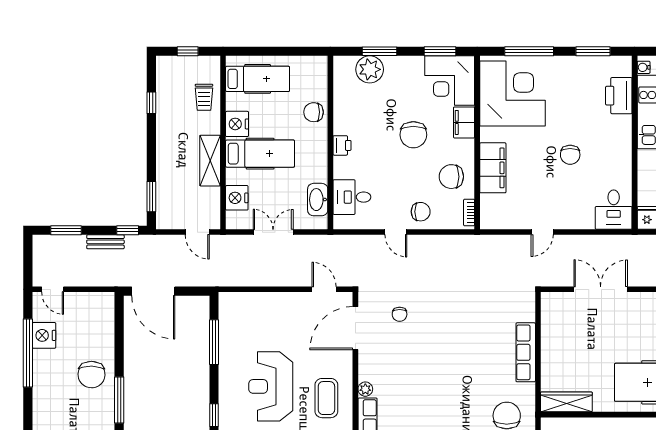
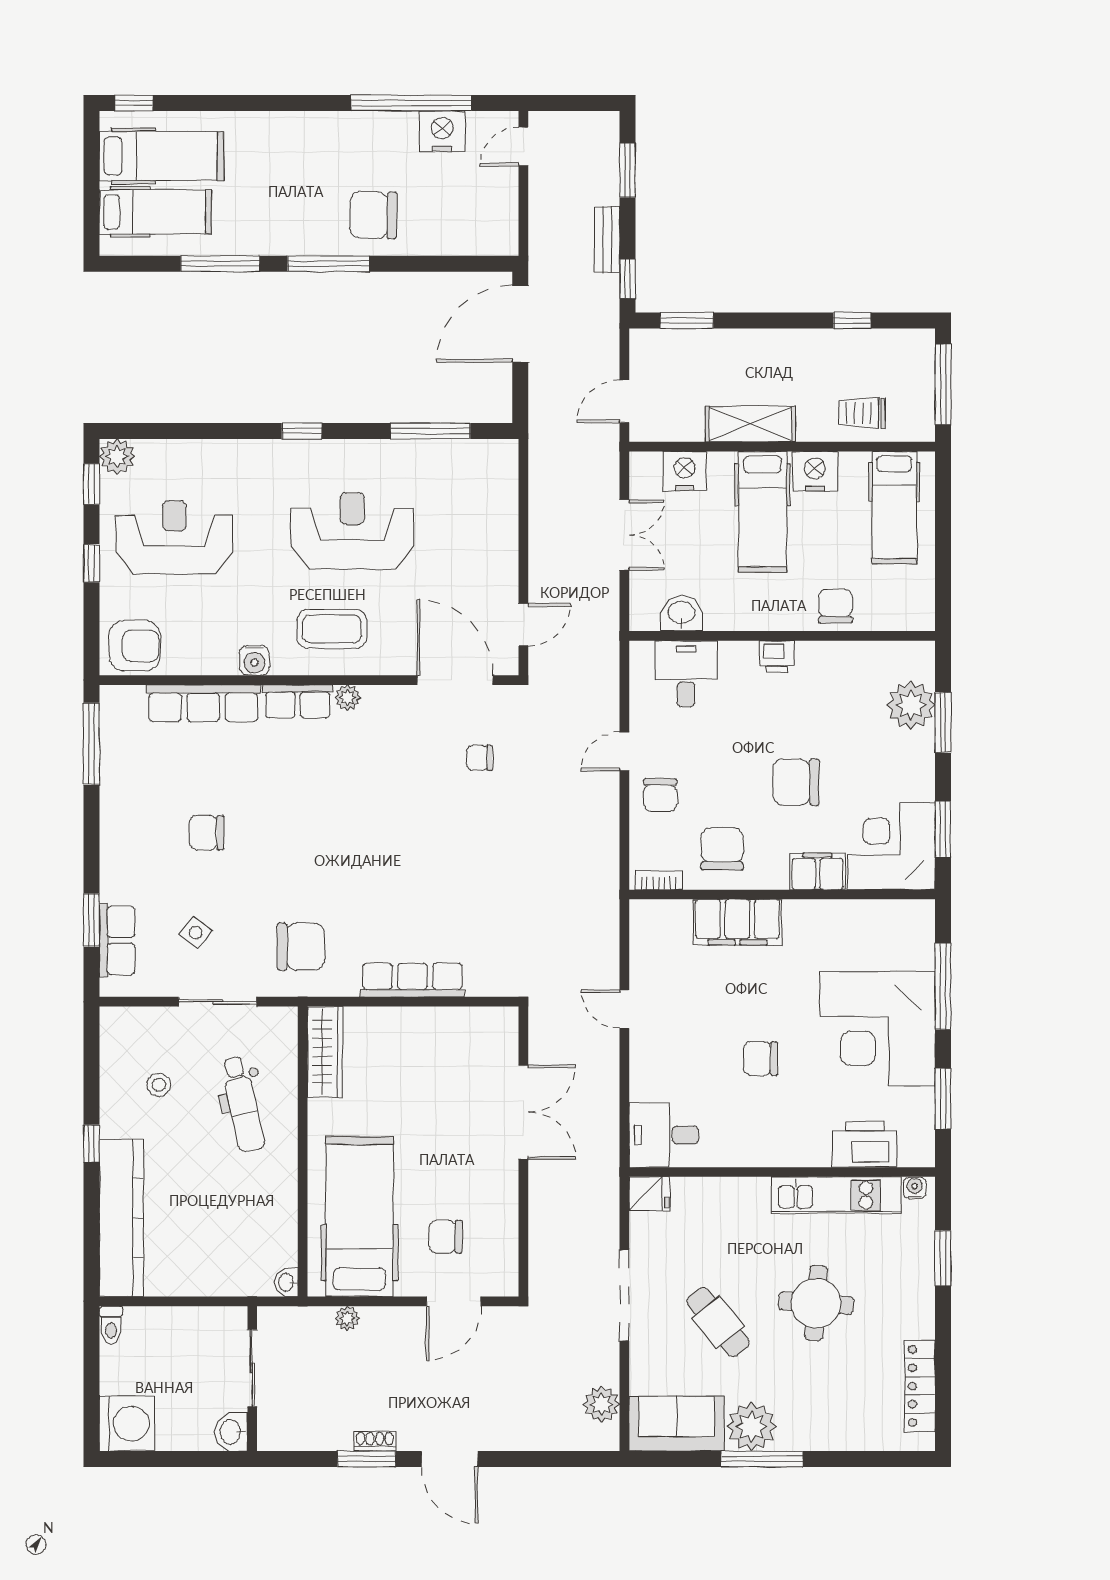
window: (188, 51) -> (943, 384), width x2.17
corner desk: (512, 94) -> (878, 1029), moved, turned 90
washbasin: (318, 200) -> (682, 614), width x0.72

